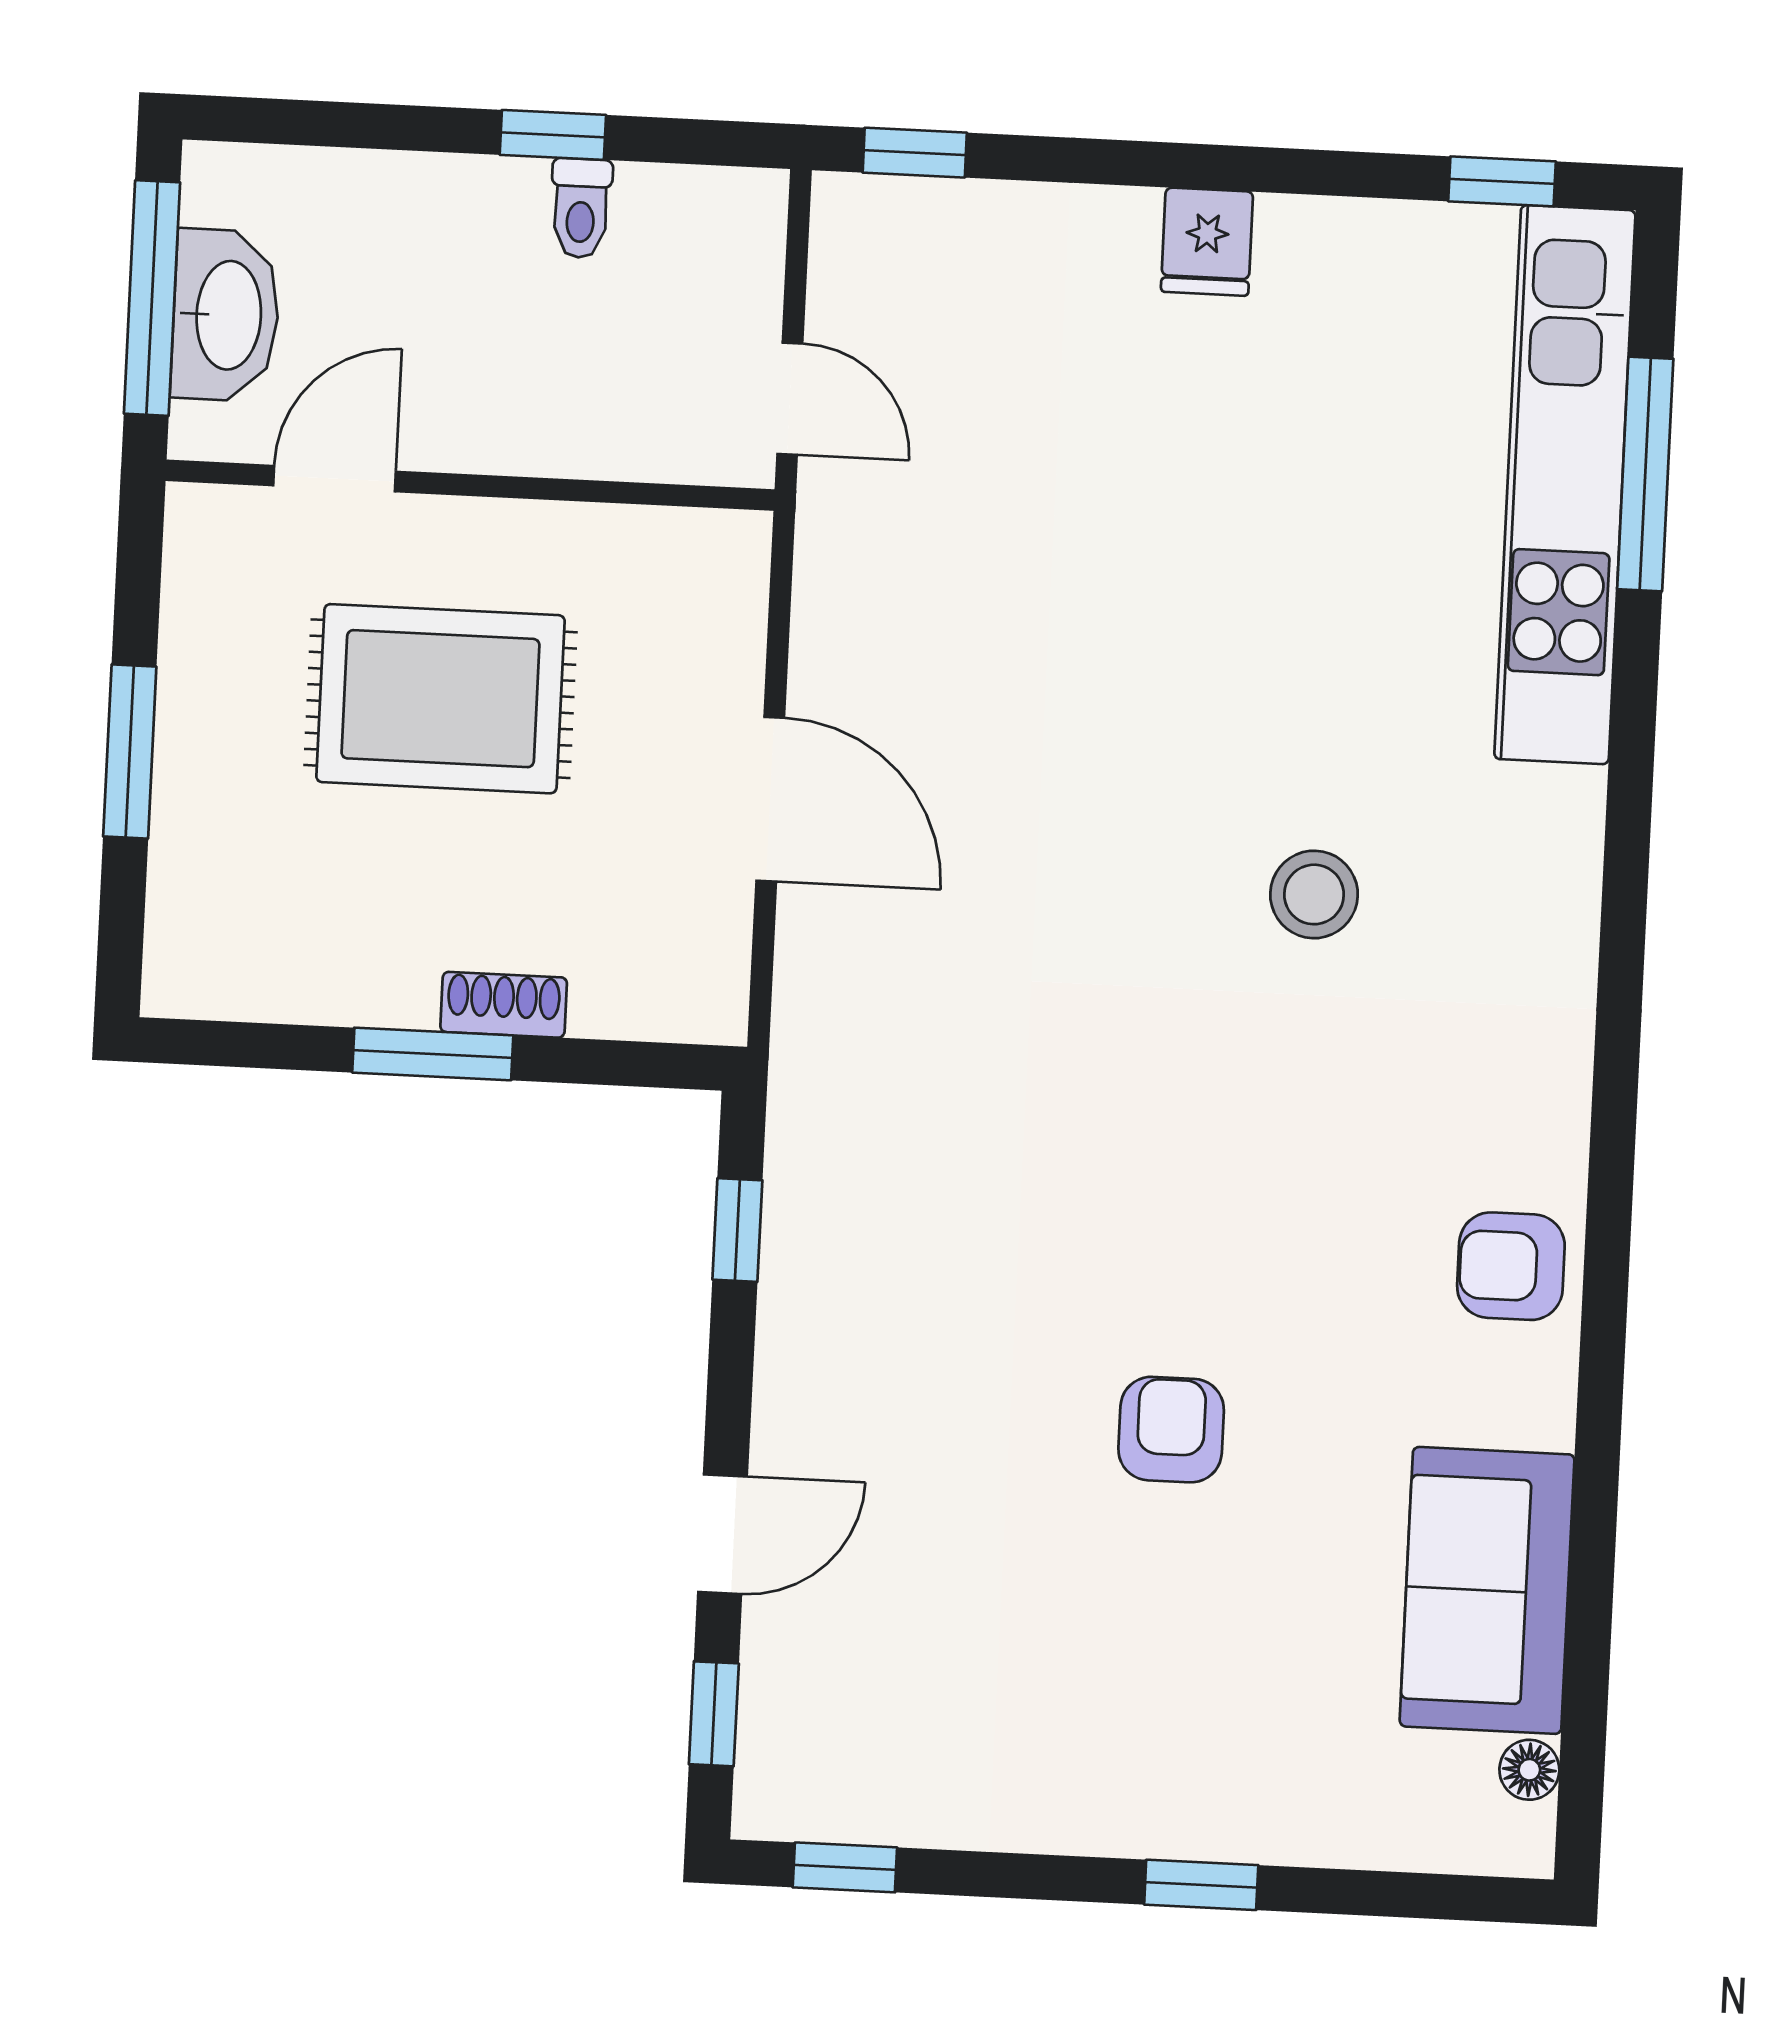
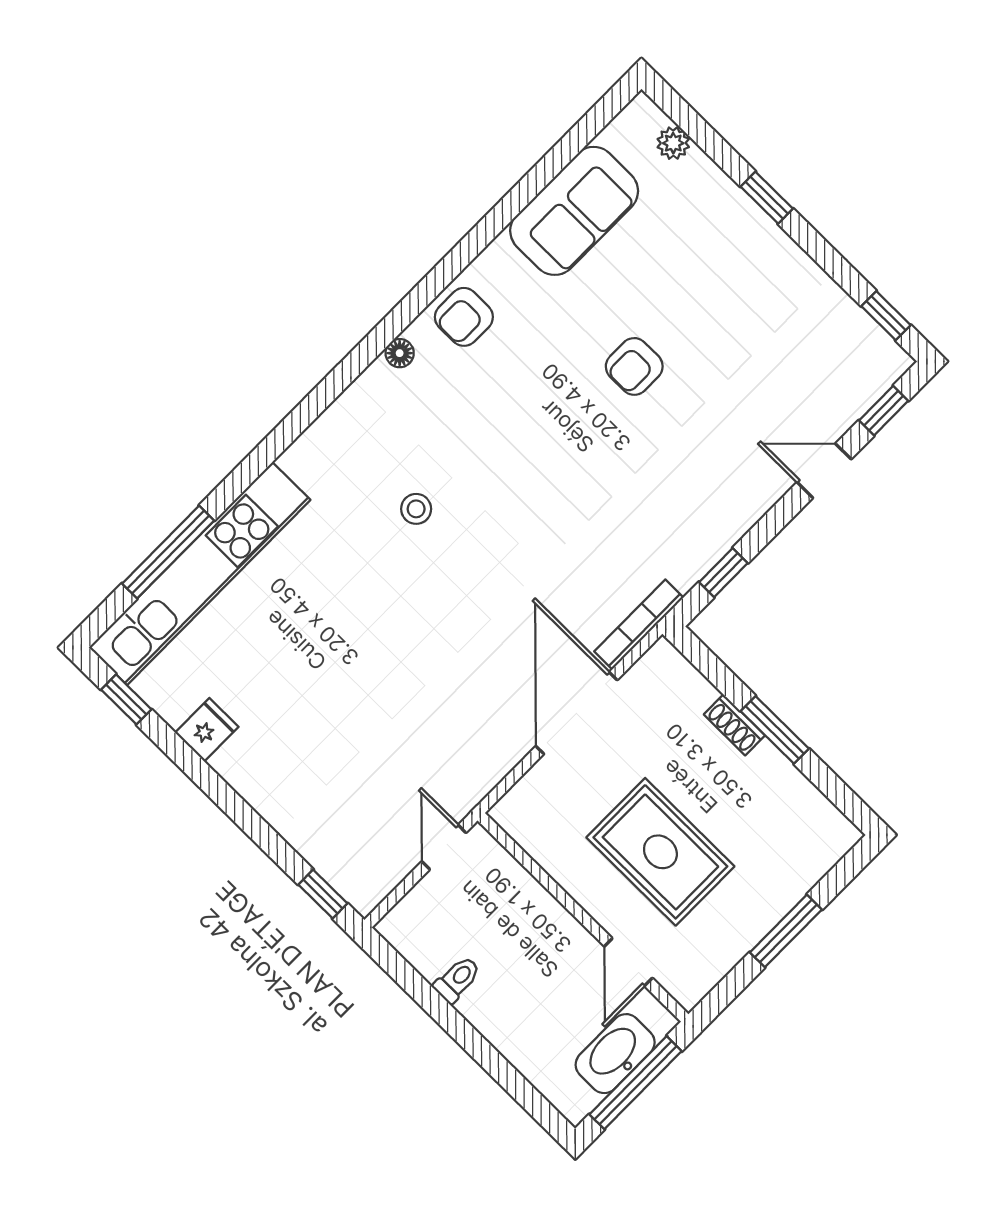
window: (553, 135) -> (444, 1014), removed
fridge: (1207, 242) -> (207, 730), moved
door: (335, 479) -> (628, 962), hinge flipped
door: (770, 799) -> (577, 713), width x1.36
stool: (1314, 894) -> (416, 509), width x0.73, depth x0.73
bookcase: (797, 1028) -> (639, 624), added
armchair: (1511, 1266) -> (464, 317), turned 90
floor lamp: (1529, 1770) -> (400, 353), moved
plant: (1427, 1838) -> (673, 143), added

